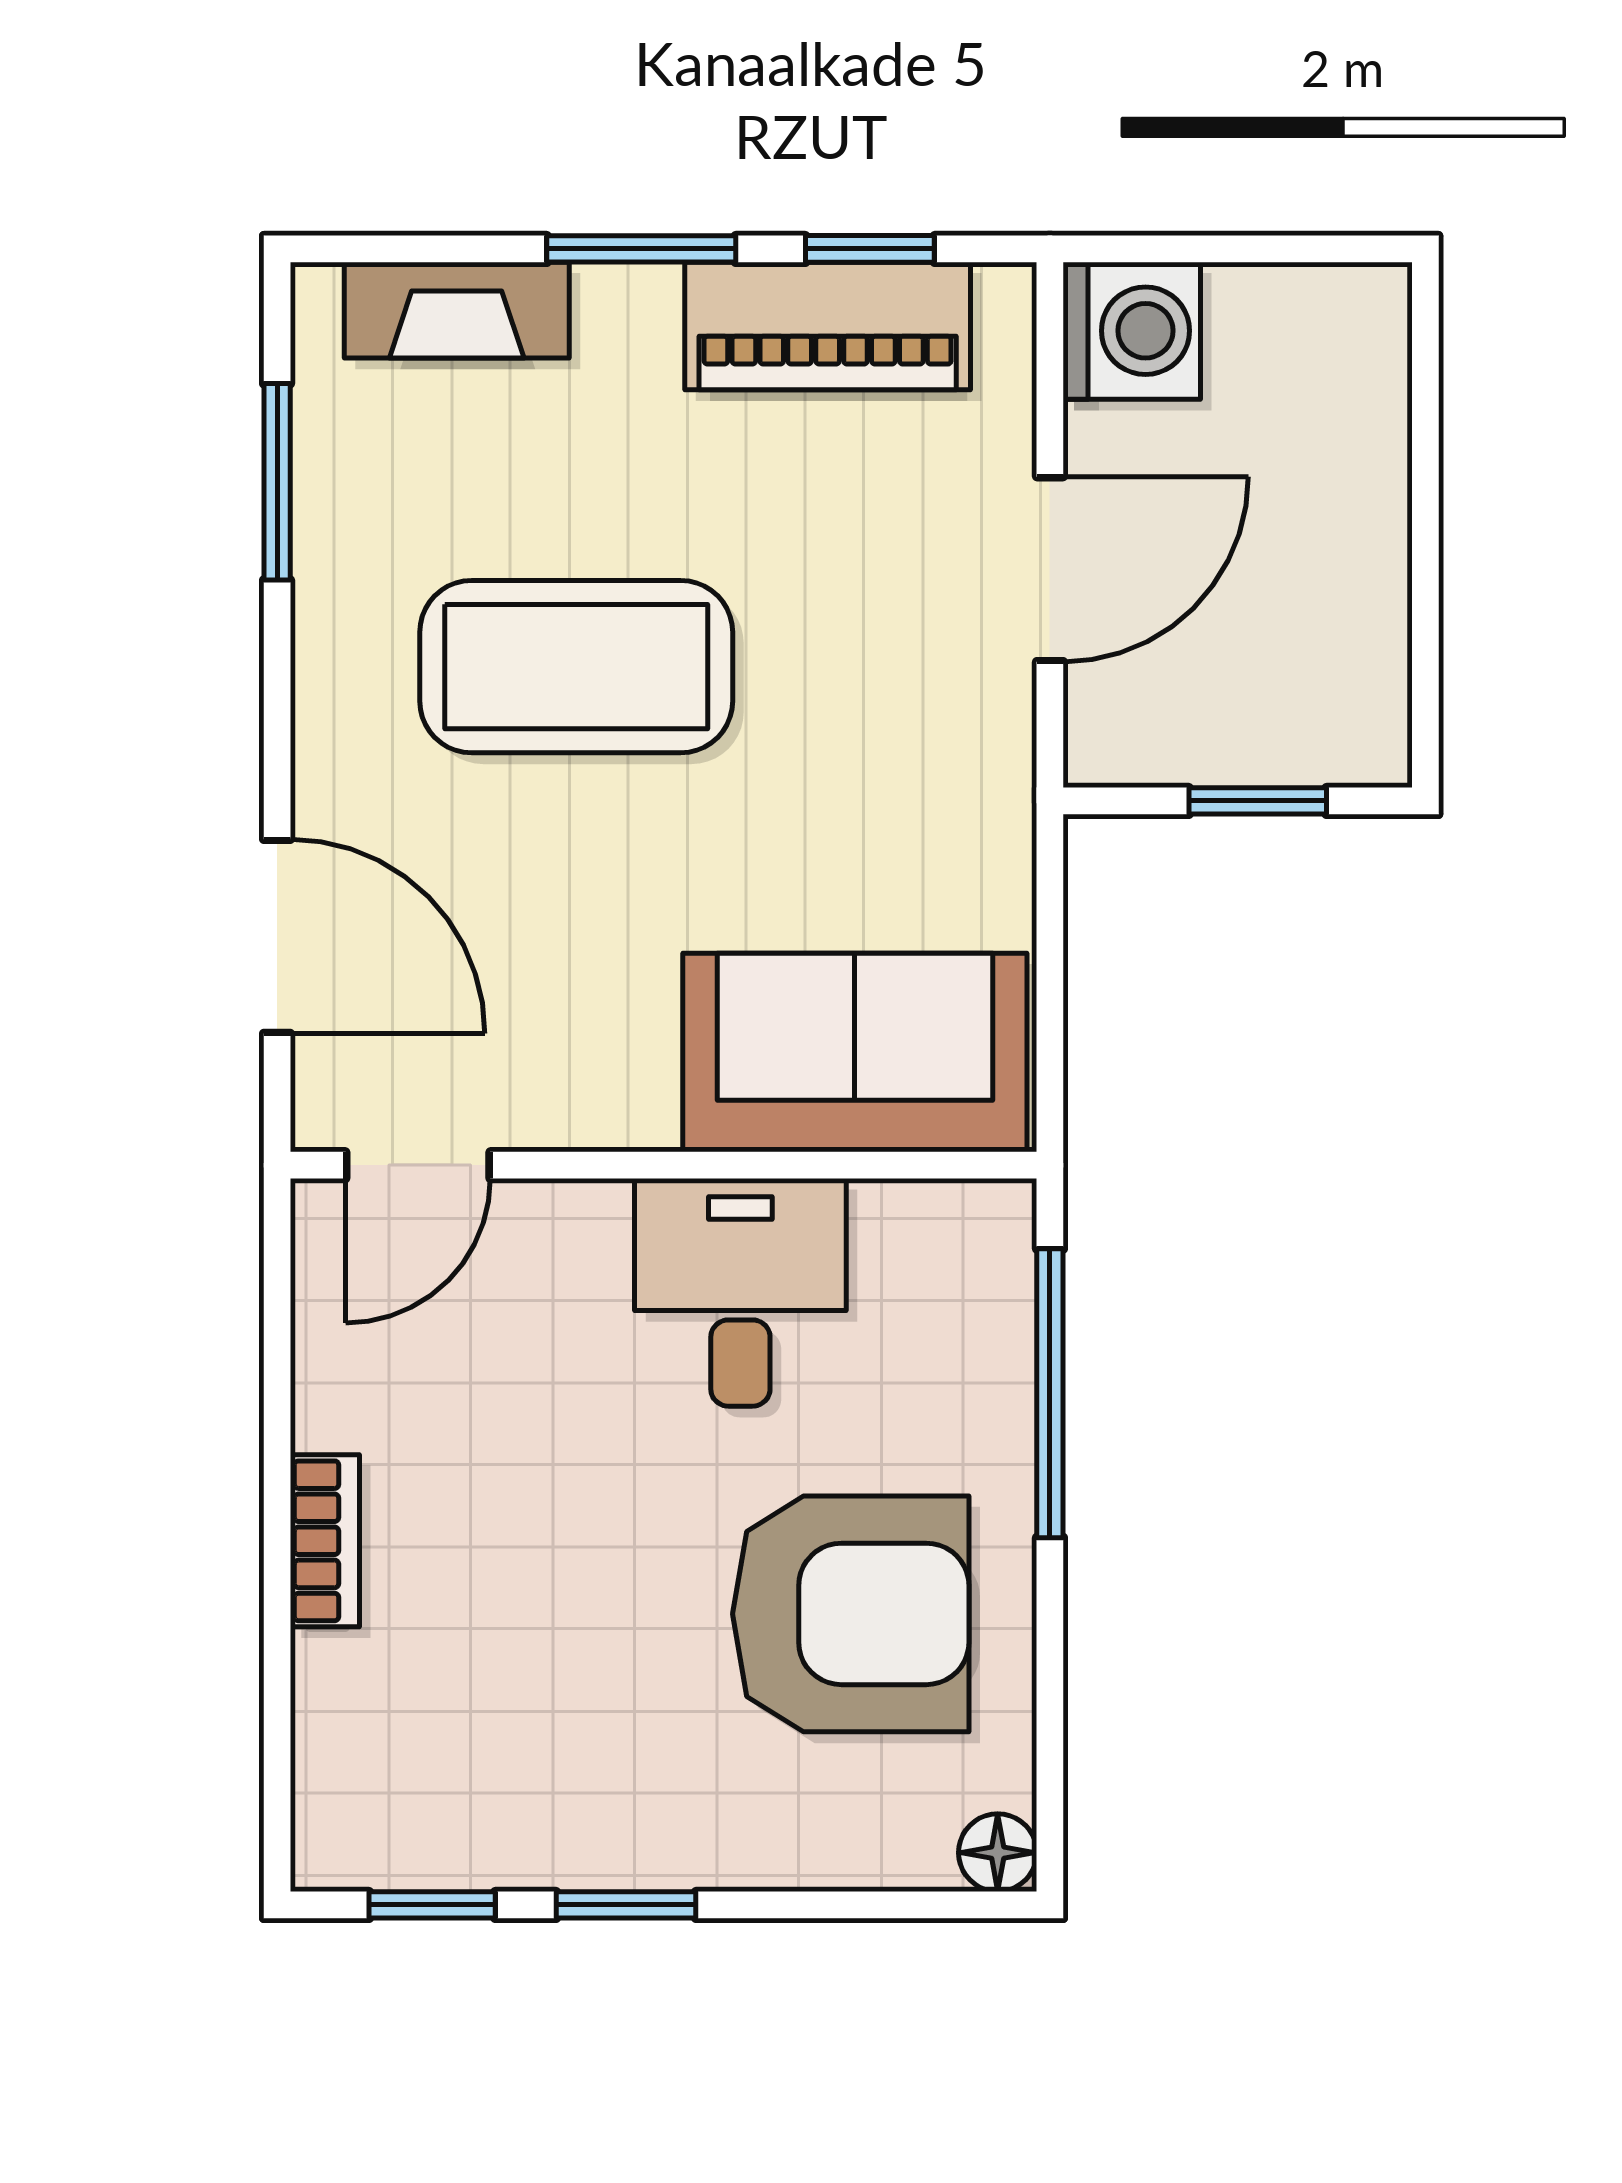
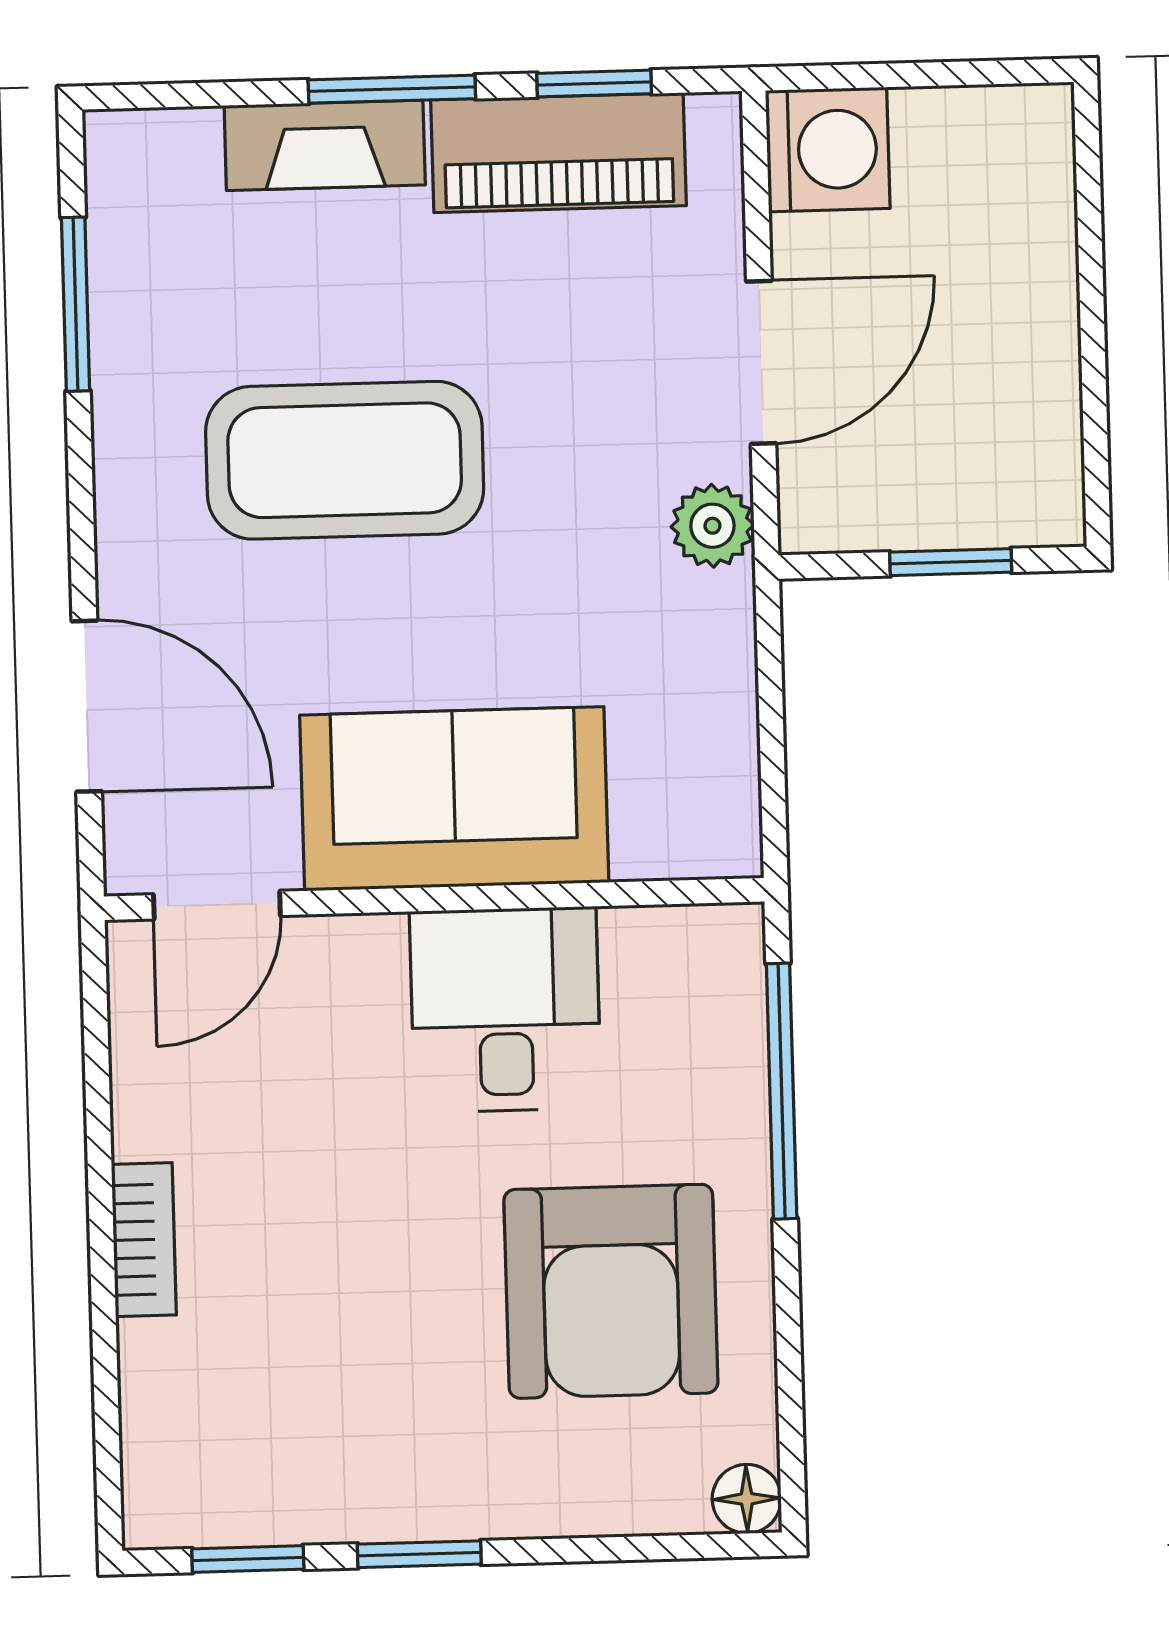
fireplace: (457, 310) -> (325, 145), moved
plant: (990, 752) -> (712, 526), added
sofa: (855, 1053) -> (454, 799), moved
armchair: (851, 1614) -> (611, 1291), turned 90

